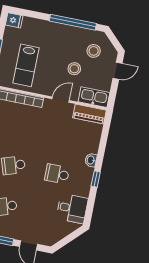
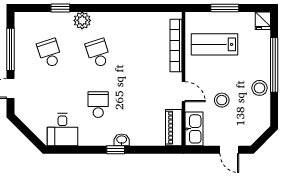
window: (73, 22) -> (274, 65), moved
stool: (94, 51) -> (260, 88), moved
window: (96, 179) -> (116, 150), moved

